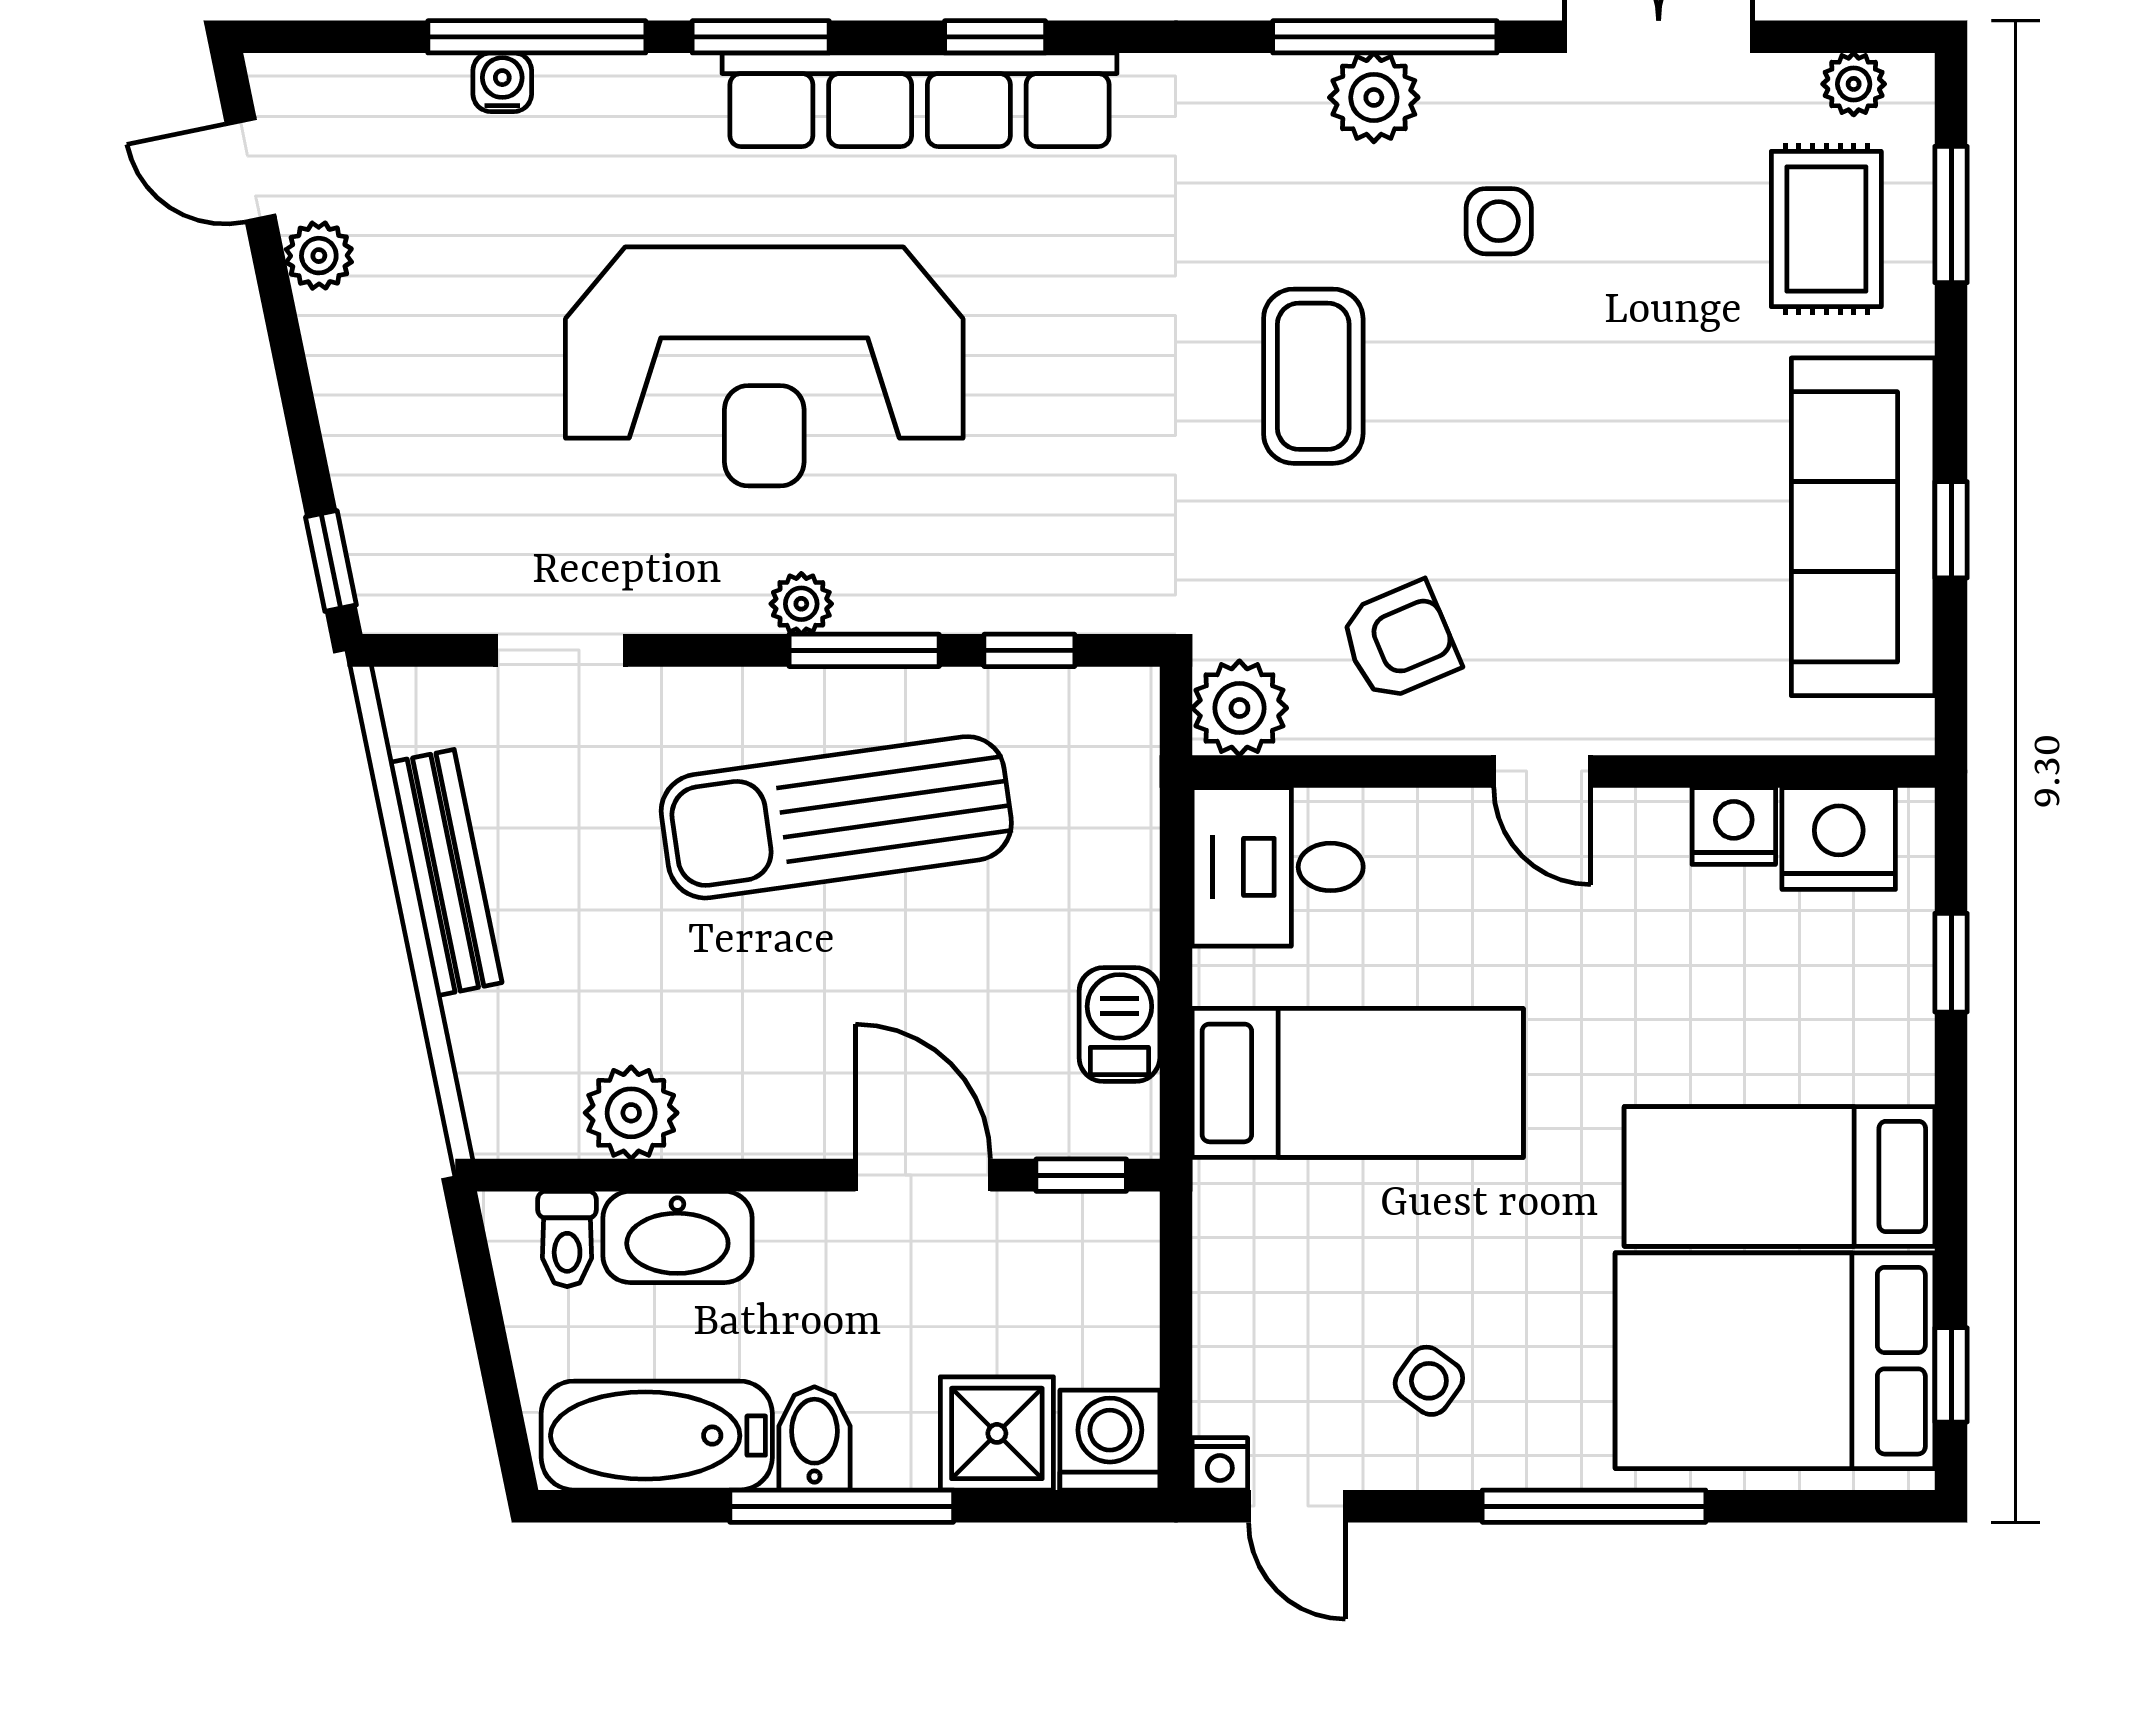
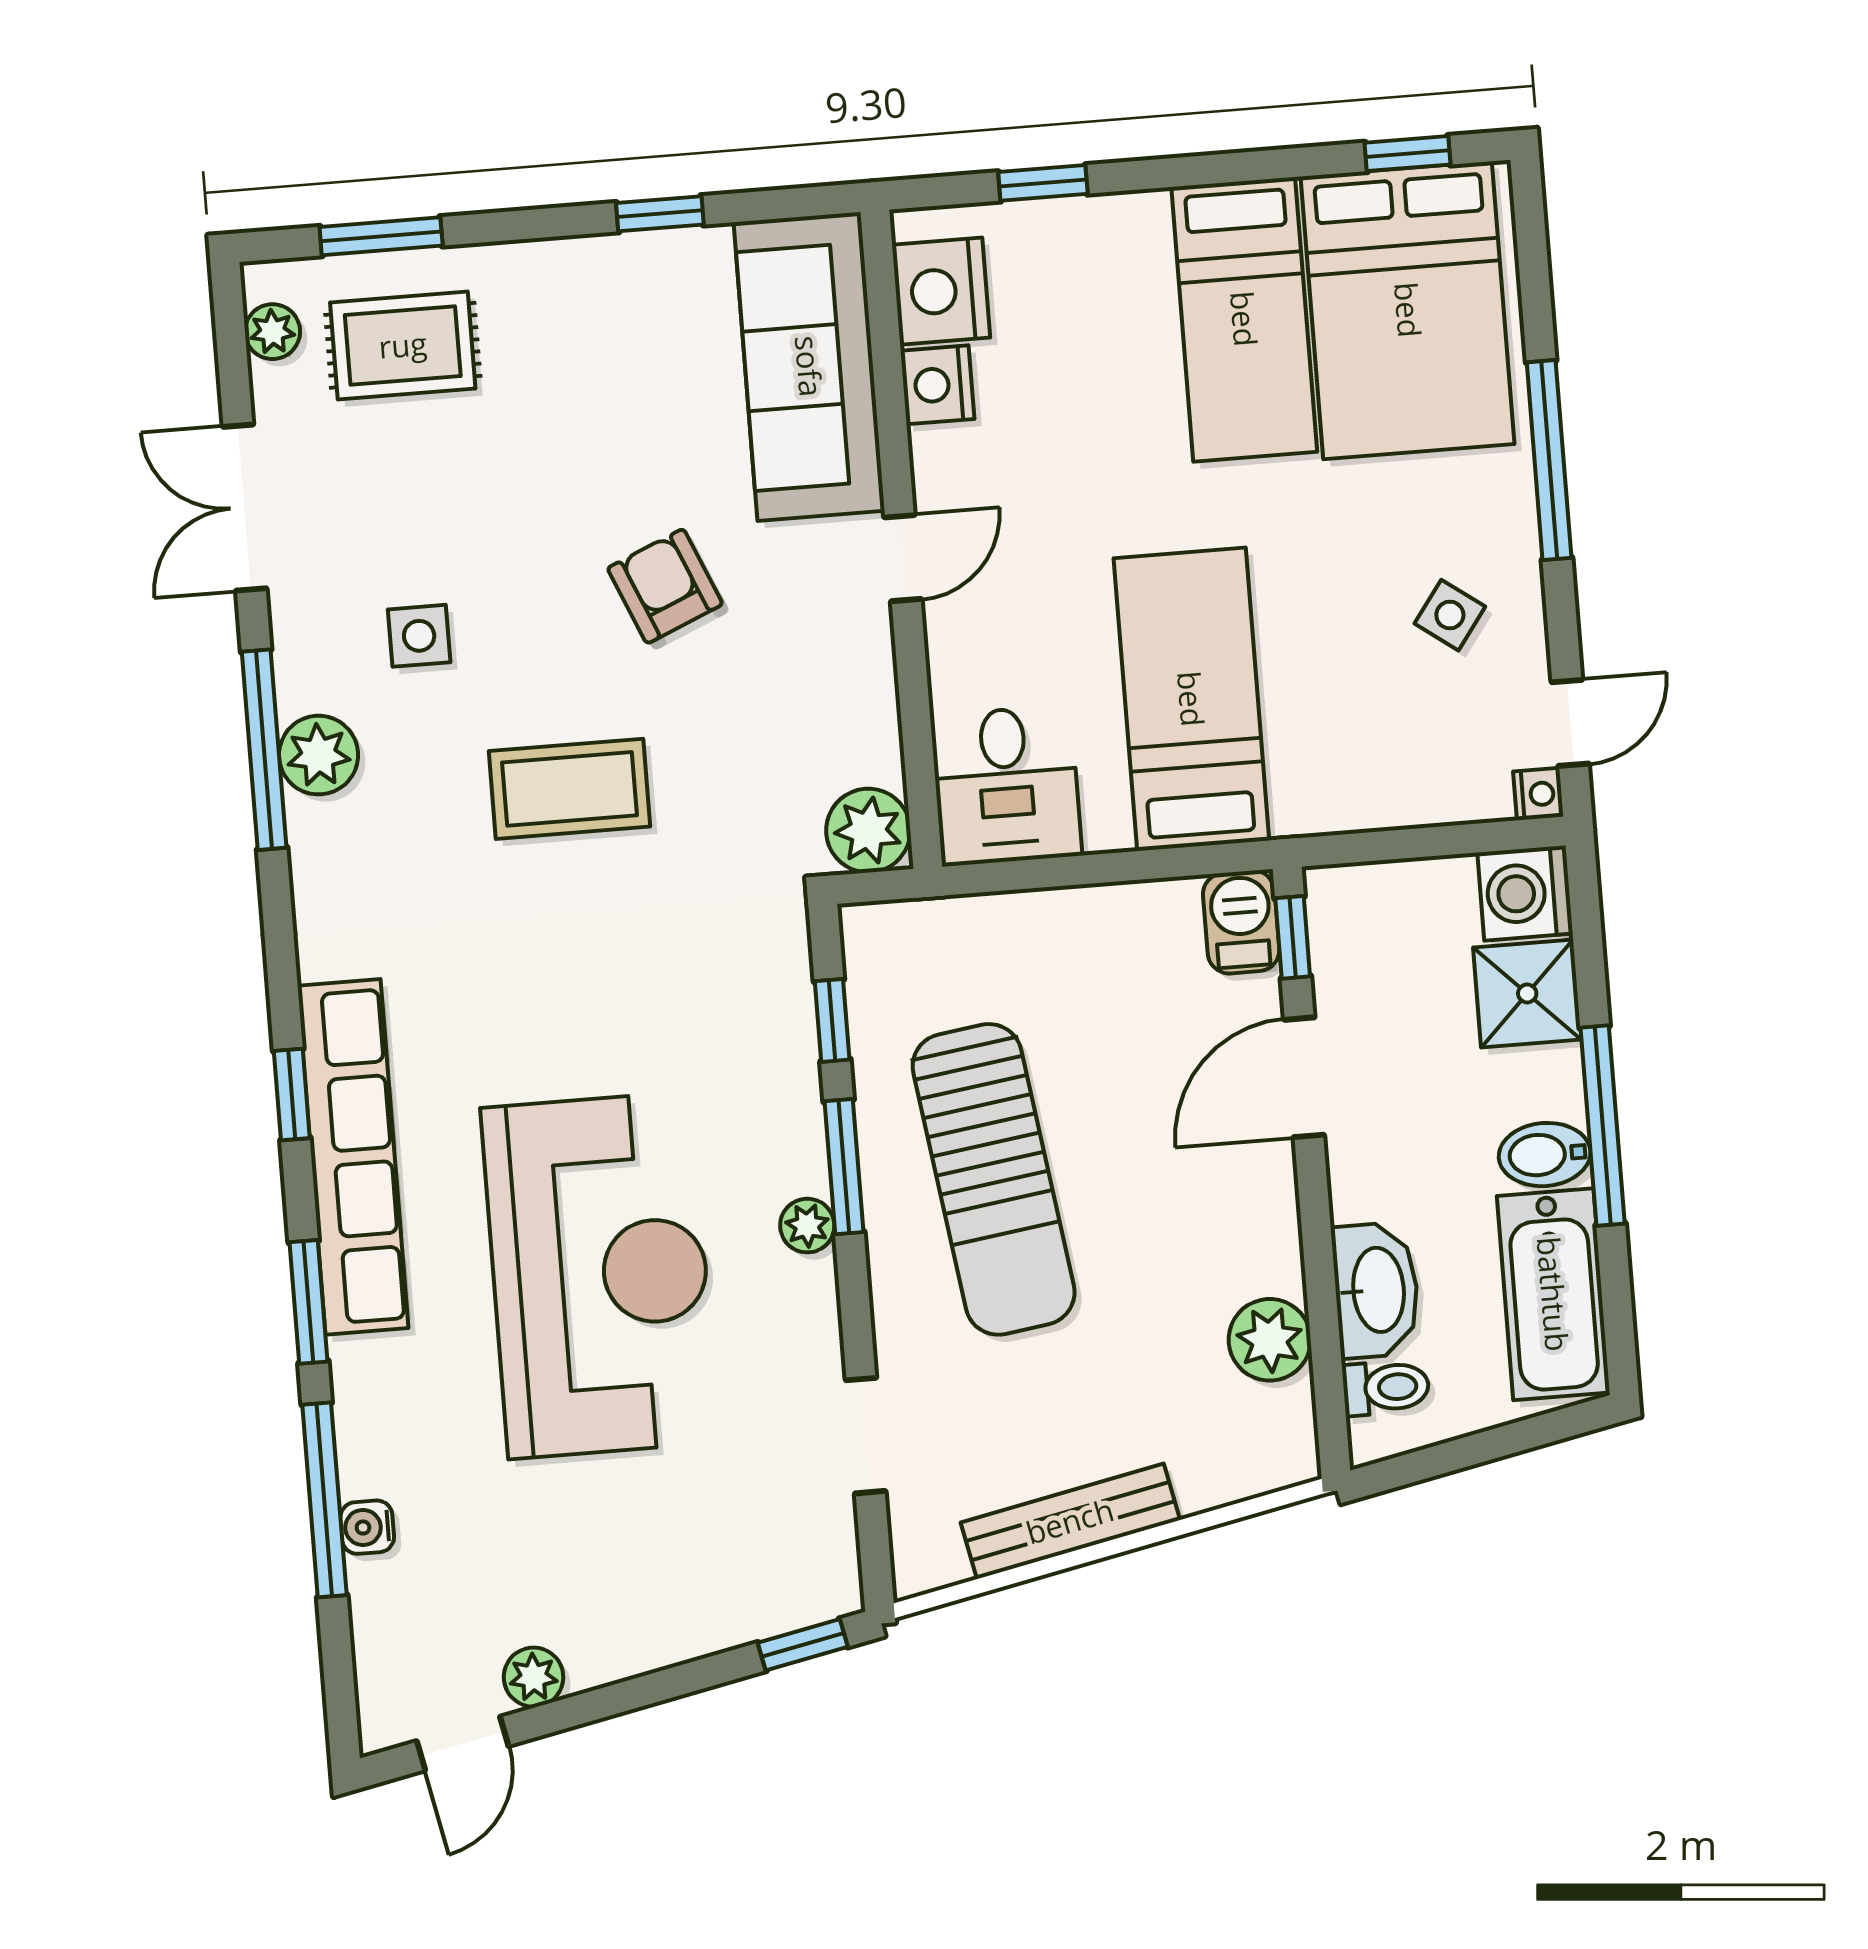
sofa: (1863, 527) -> (809, 366), moved, turned 90
armchair: (1400, 641) -> (665, 586), moved
barbecue: (1119, 1025) -> (1241, 922), moved, turned 90

